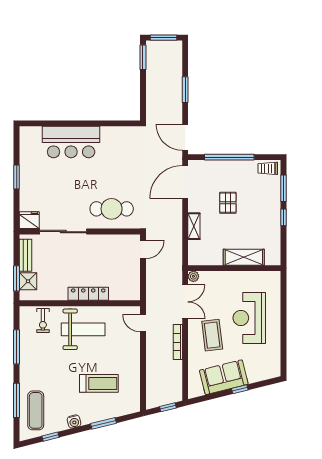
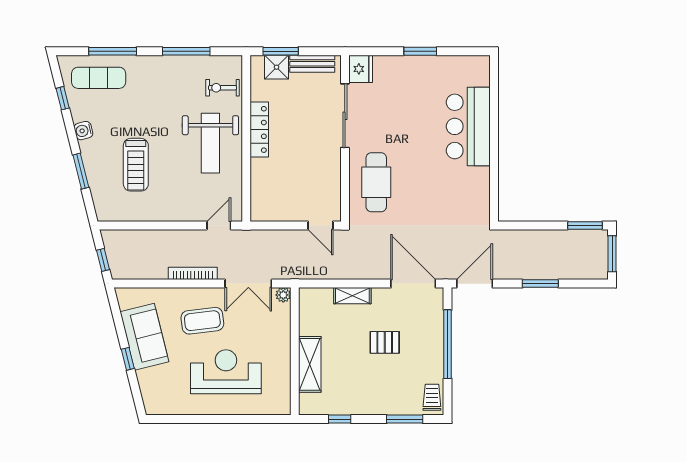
window: (284, 217) -> (340, 419), moved
locker: (88, 294) -> (259, 129), moved

